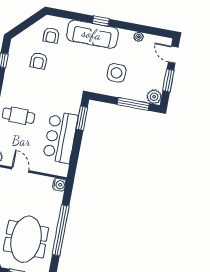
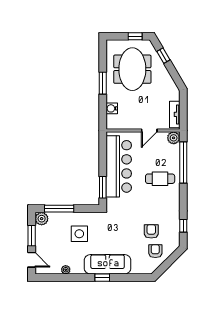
armchair: (51, 35) -> (155, 251), moved
bar counter: (60, 137) -> (119, 166), width x1.36
door: (20, 170) -> (149, 131), hinge flipped
water cooler: (59, 185) -> (112, 108), moved
window: (61, 230) -> (103, 83), width x0.47

